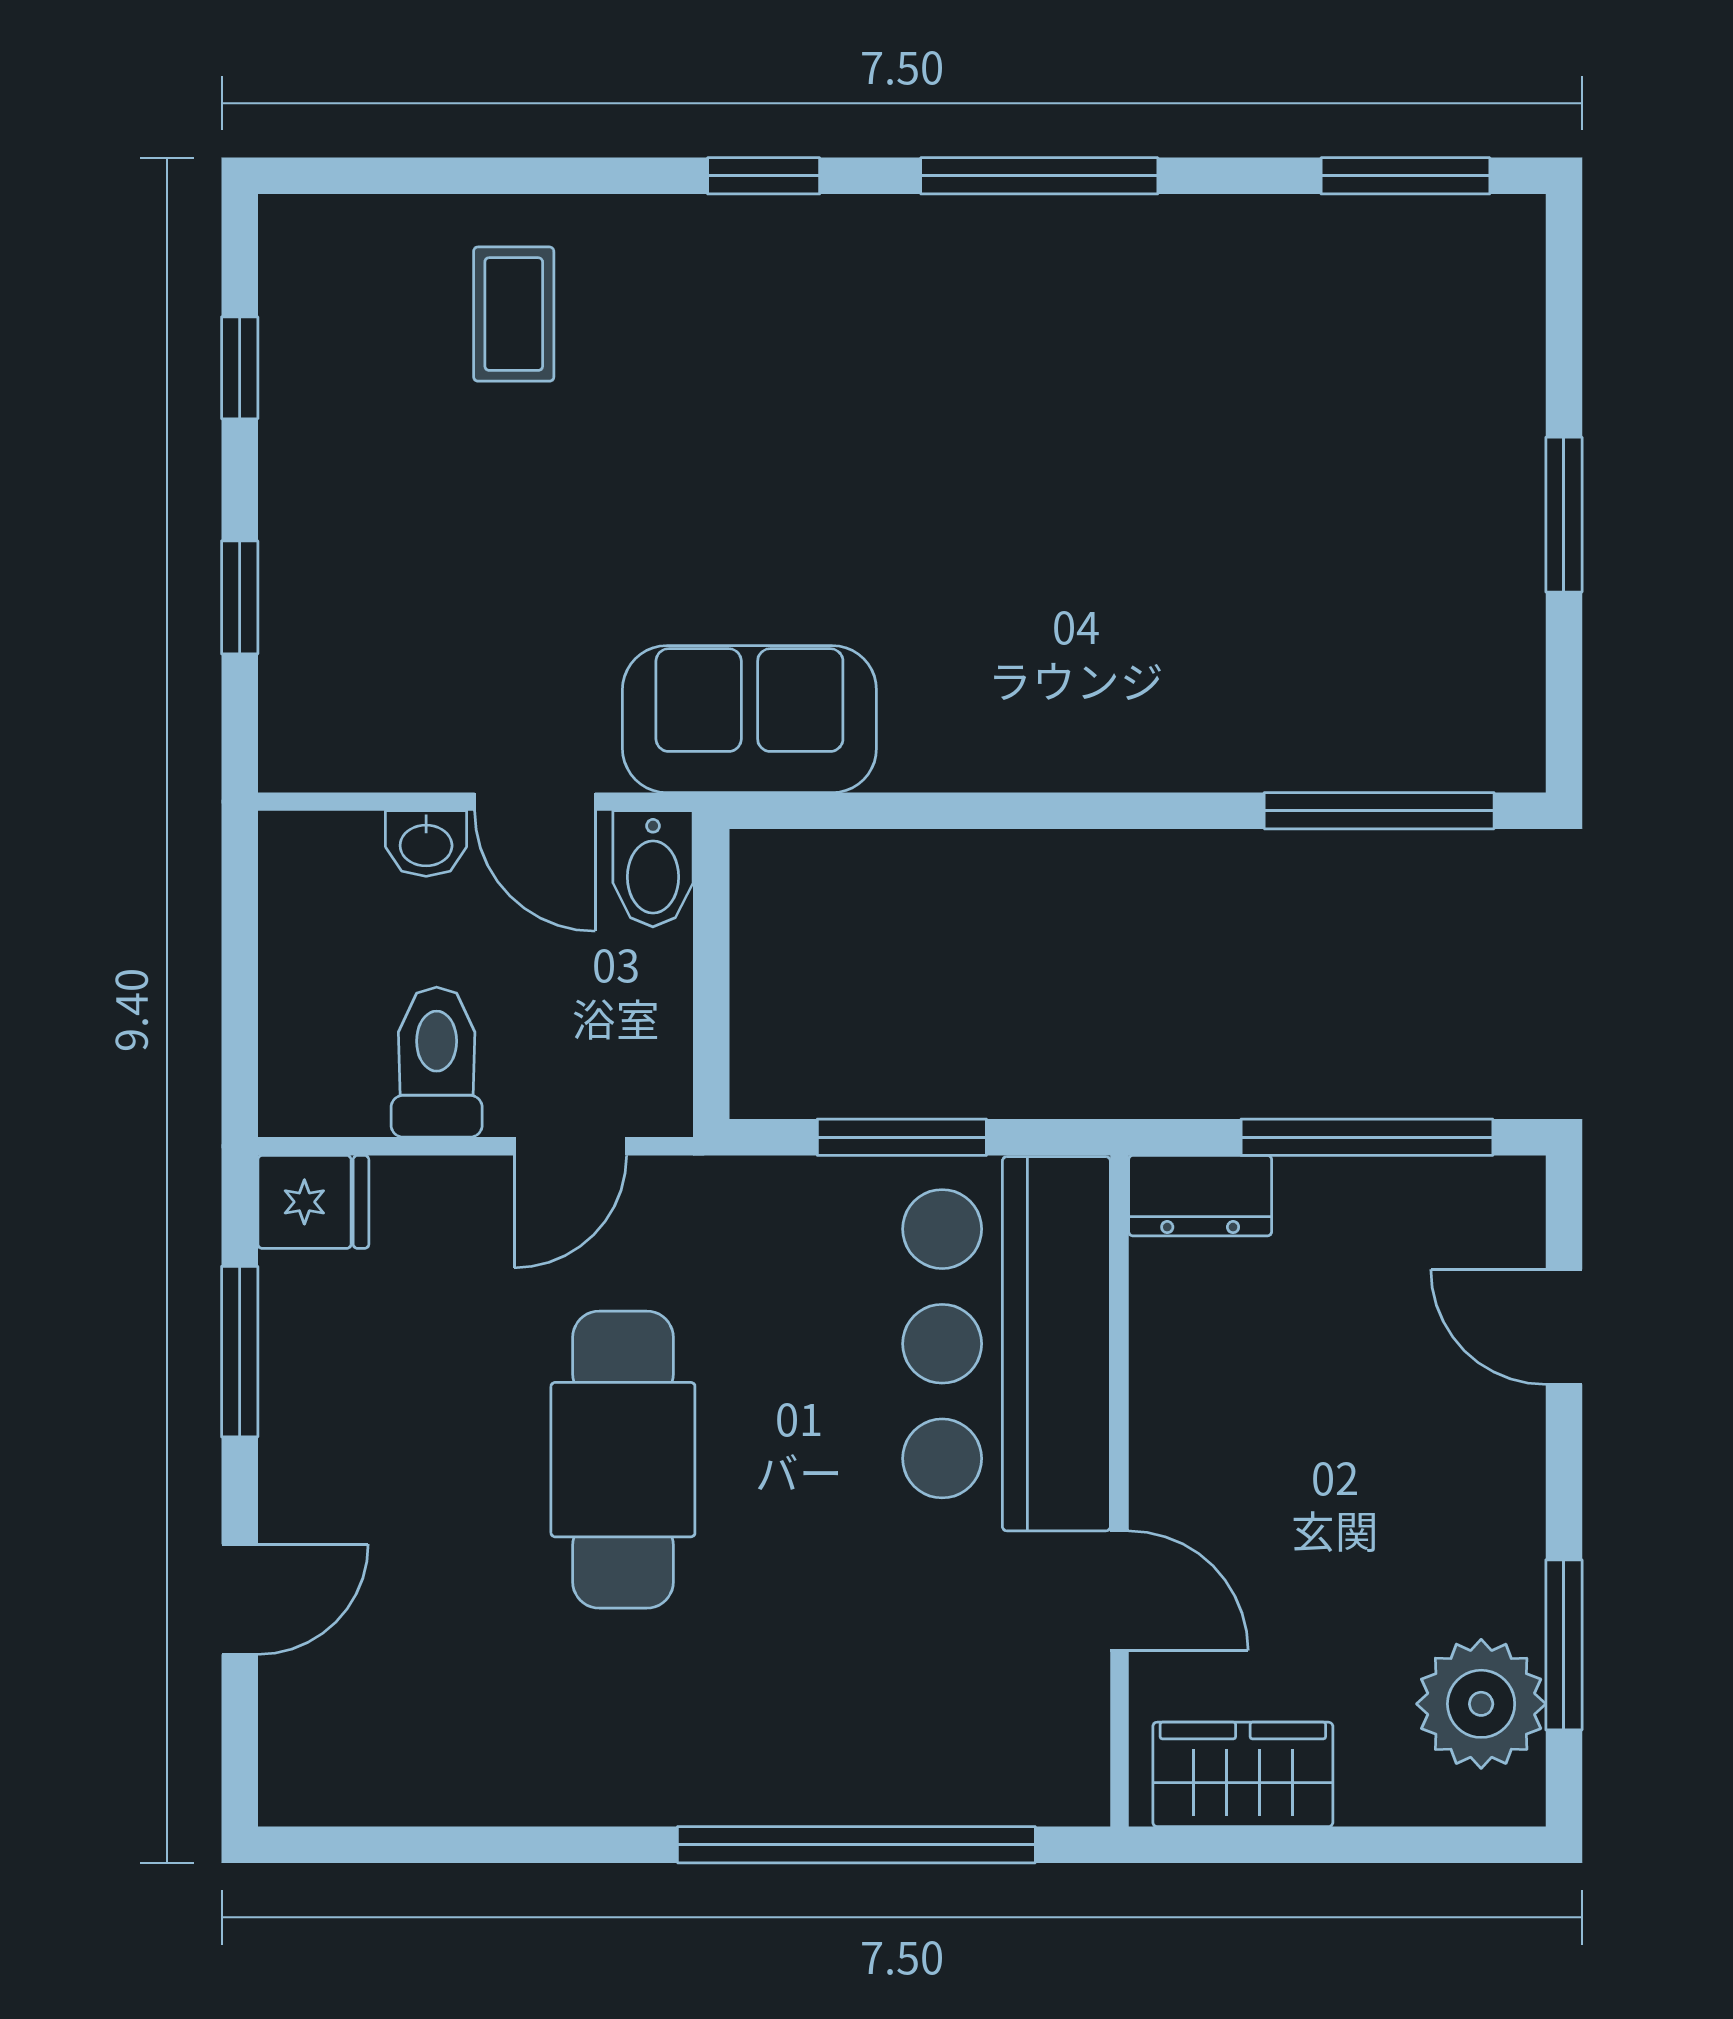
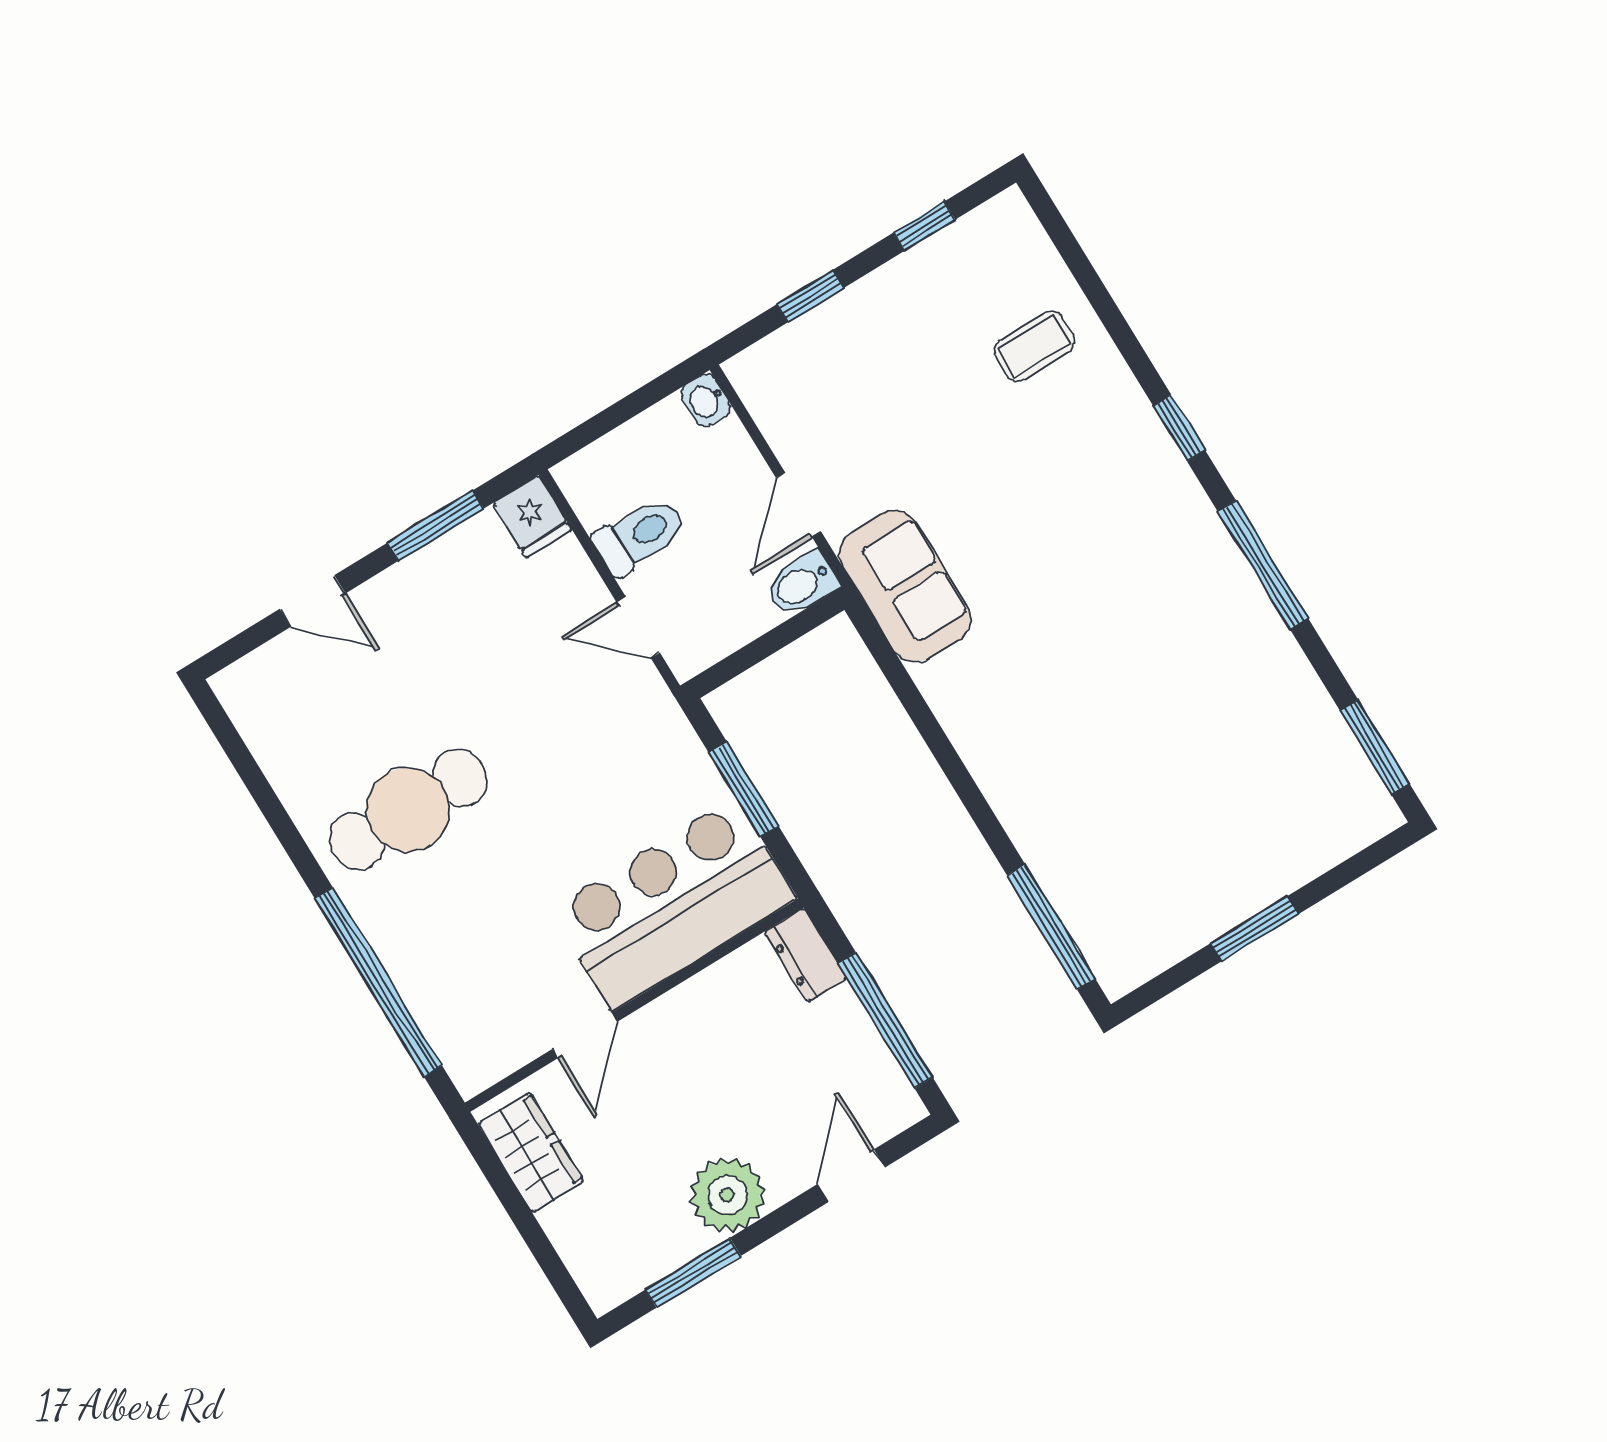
washbasin: (426, 844) -> (706, 400), moved
cafe table: (623, 1460) -> (408, 810), moved
plant: (1481, 1704) -> (727, 1195), moved

